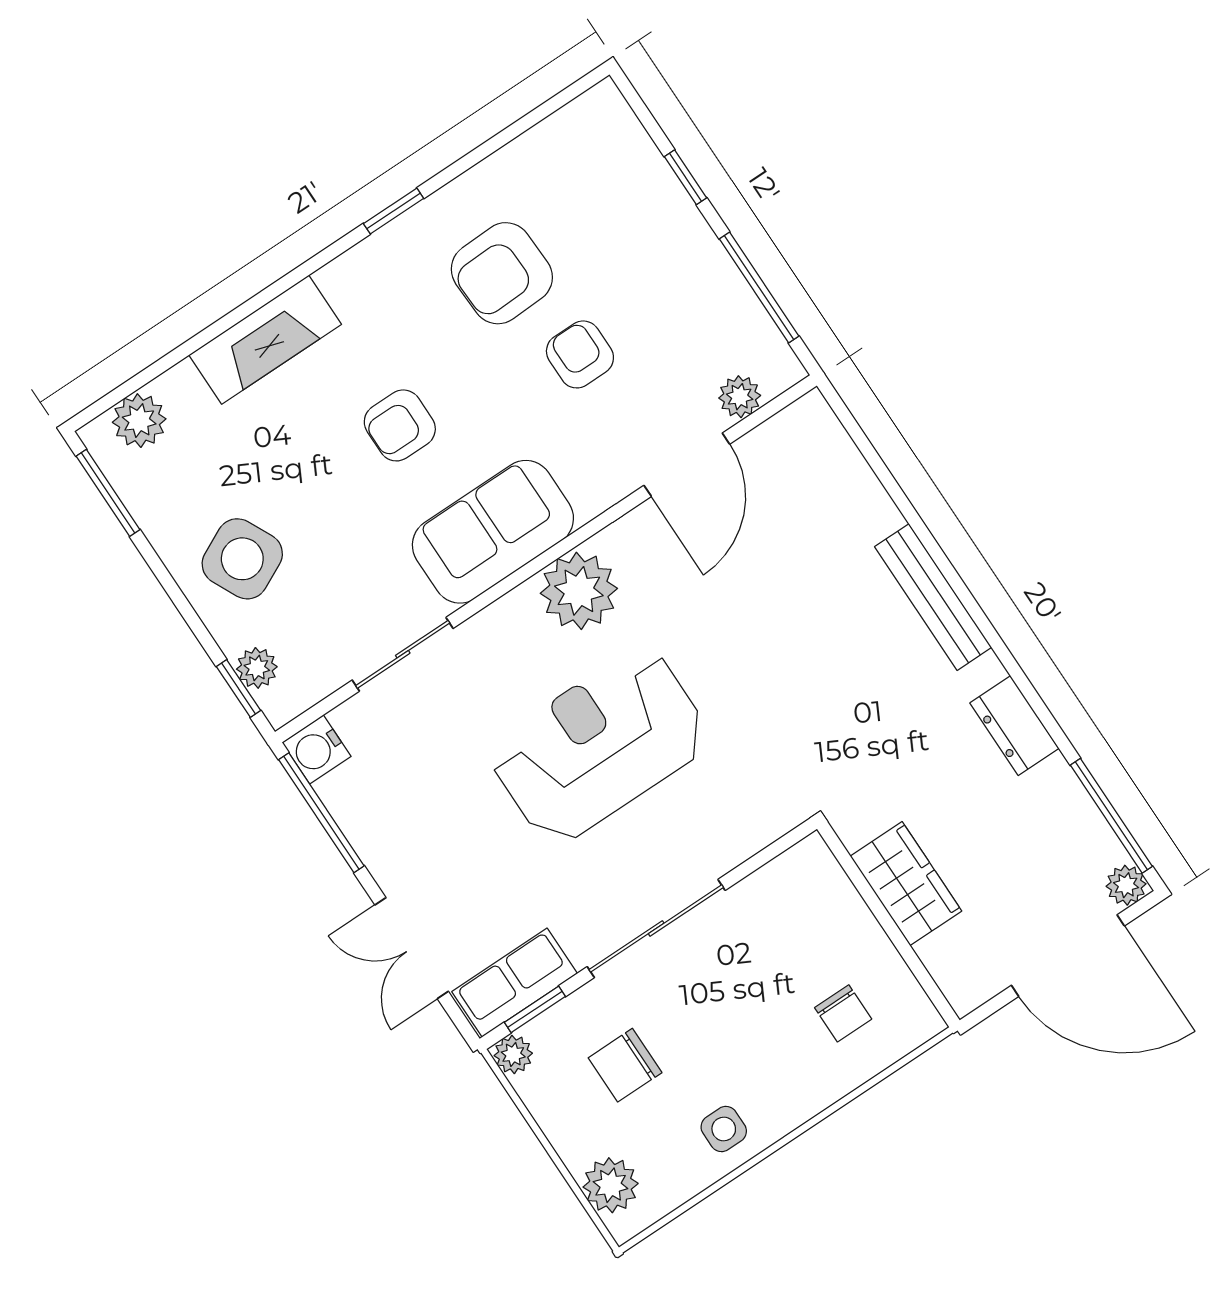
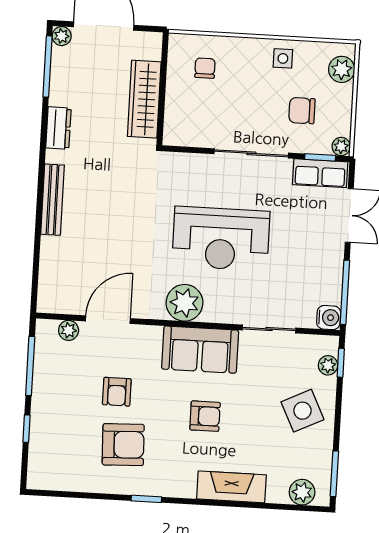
wardrobe: (906, 884) -> (144, 99), width x1.50
chair: (625, 1065) -> (302, 111), turned 180

